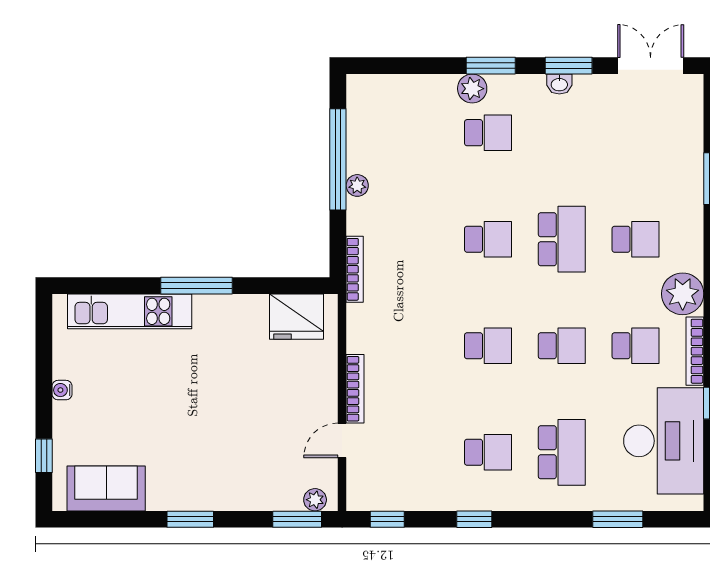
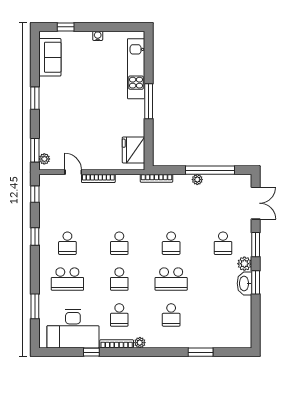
double door: (651, 66) -> (256, 203), moved
washbasin: (559, 84) -> (244, 283), width x1.91, depth x1.45
plant: (472, 89) -> (244, 264), moved
plant: (683, 294) -> (140, 343), width x0.53, depth x0.53

